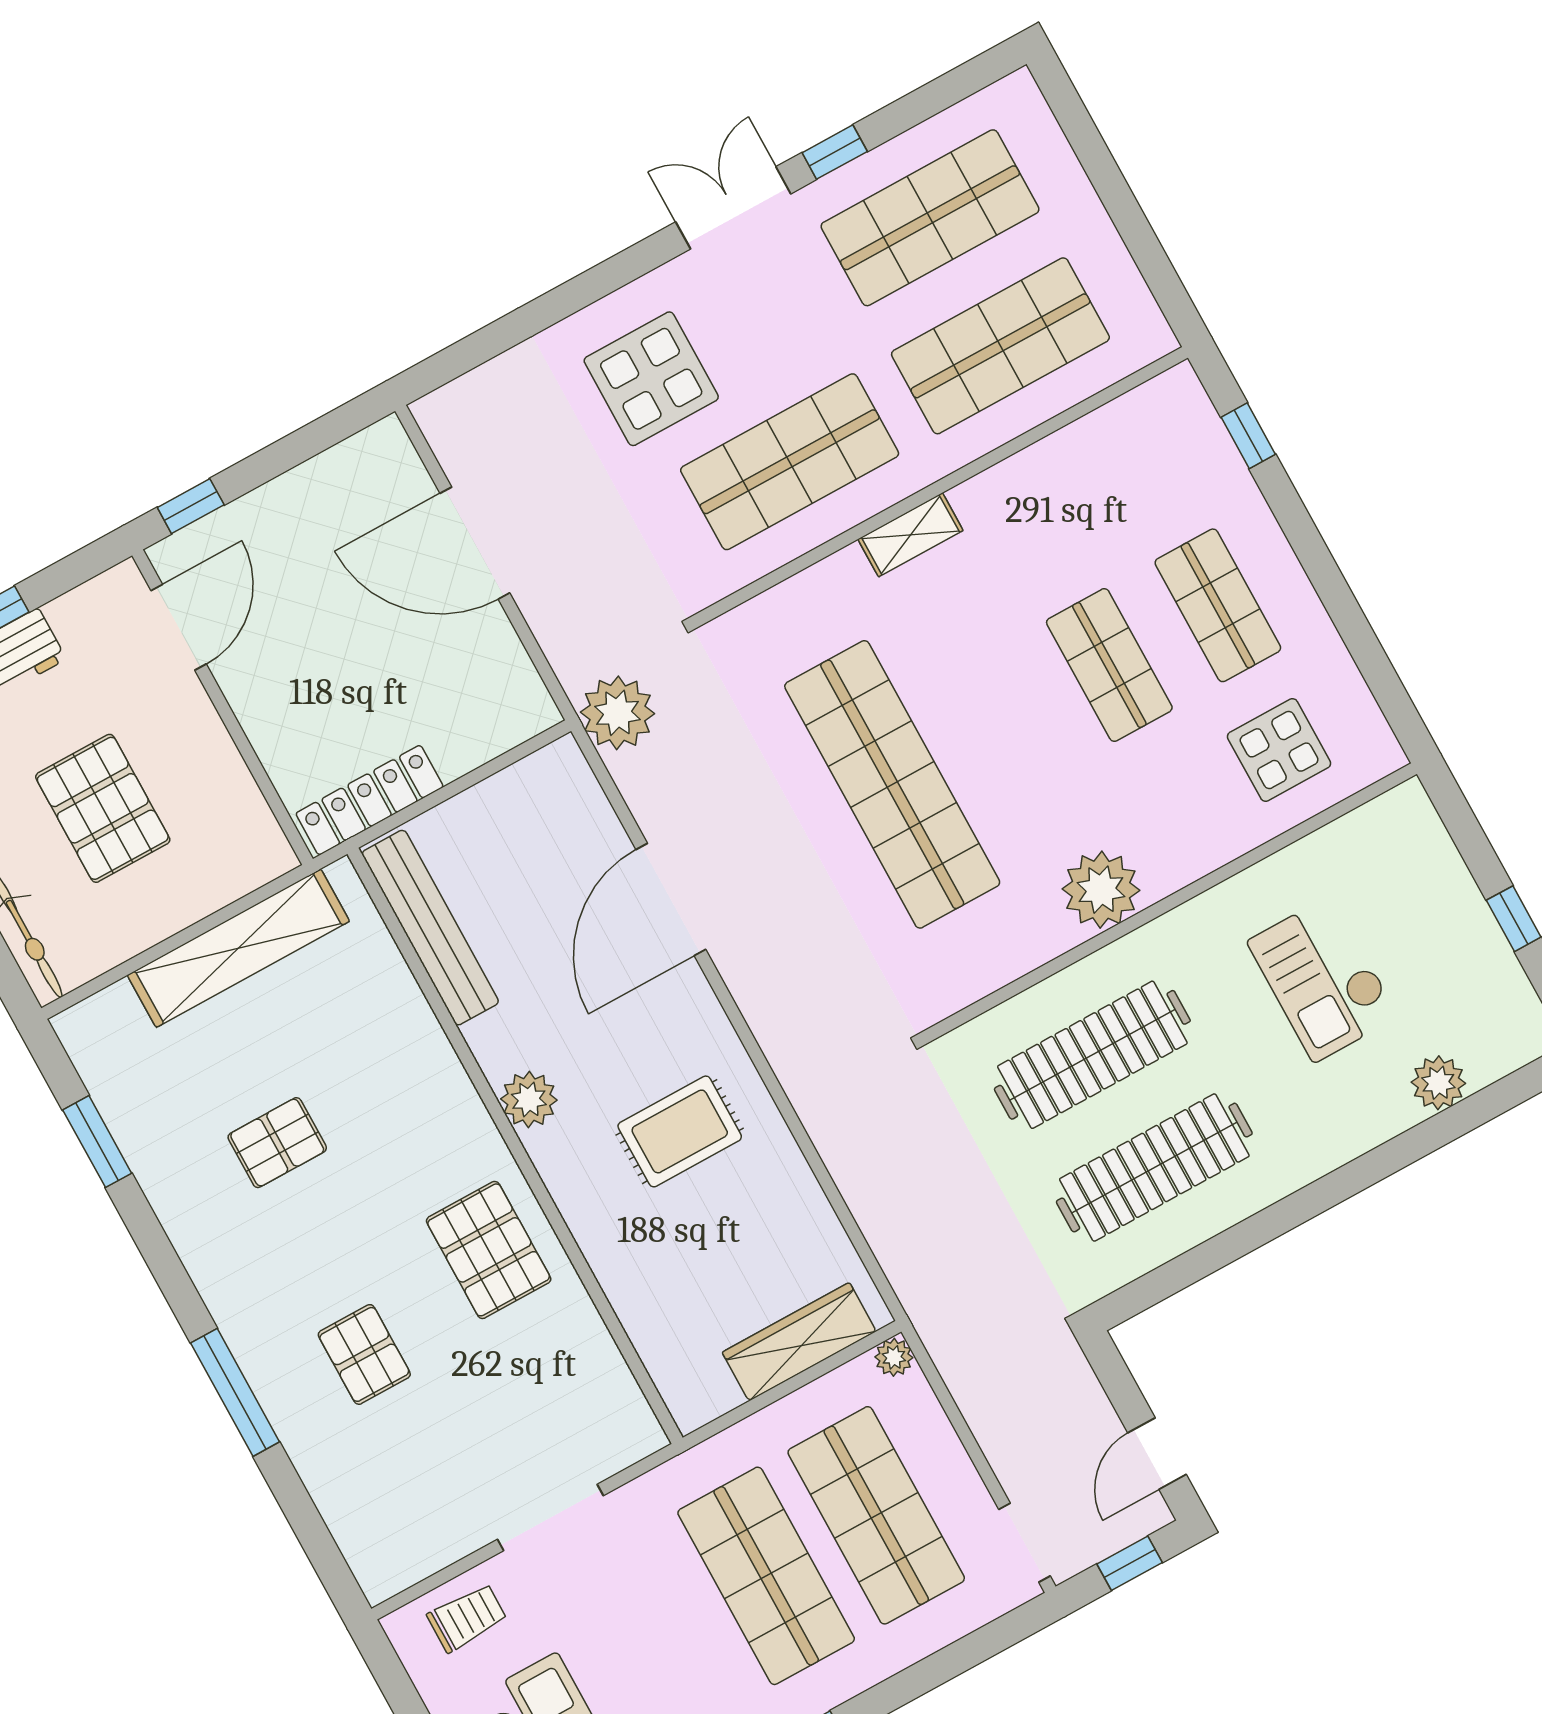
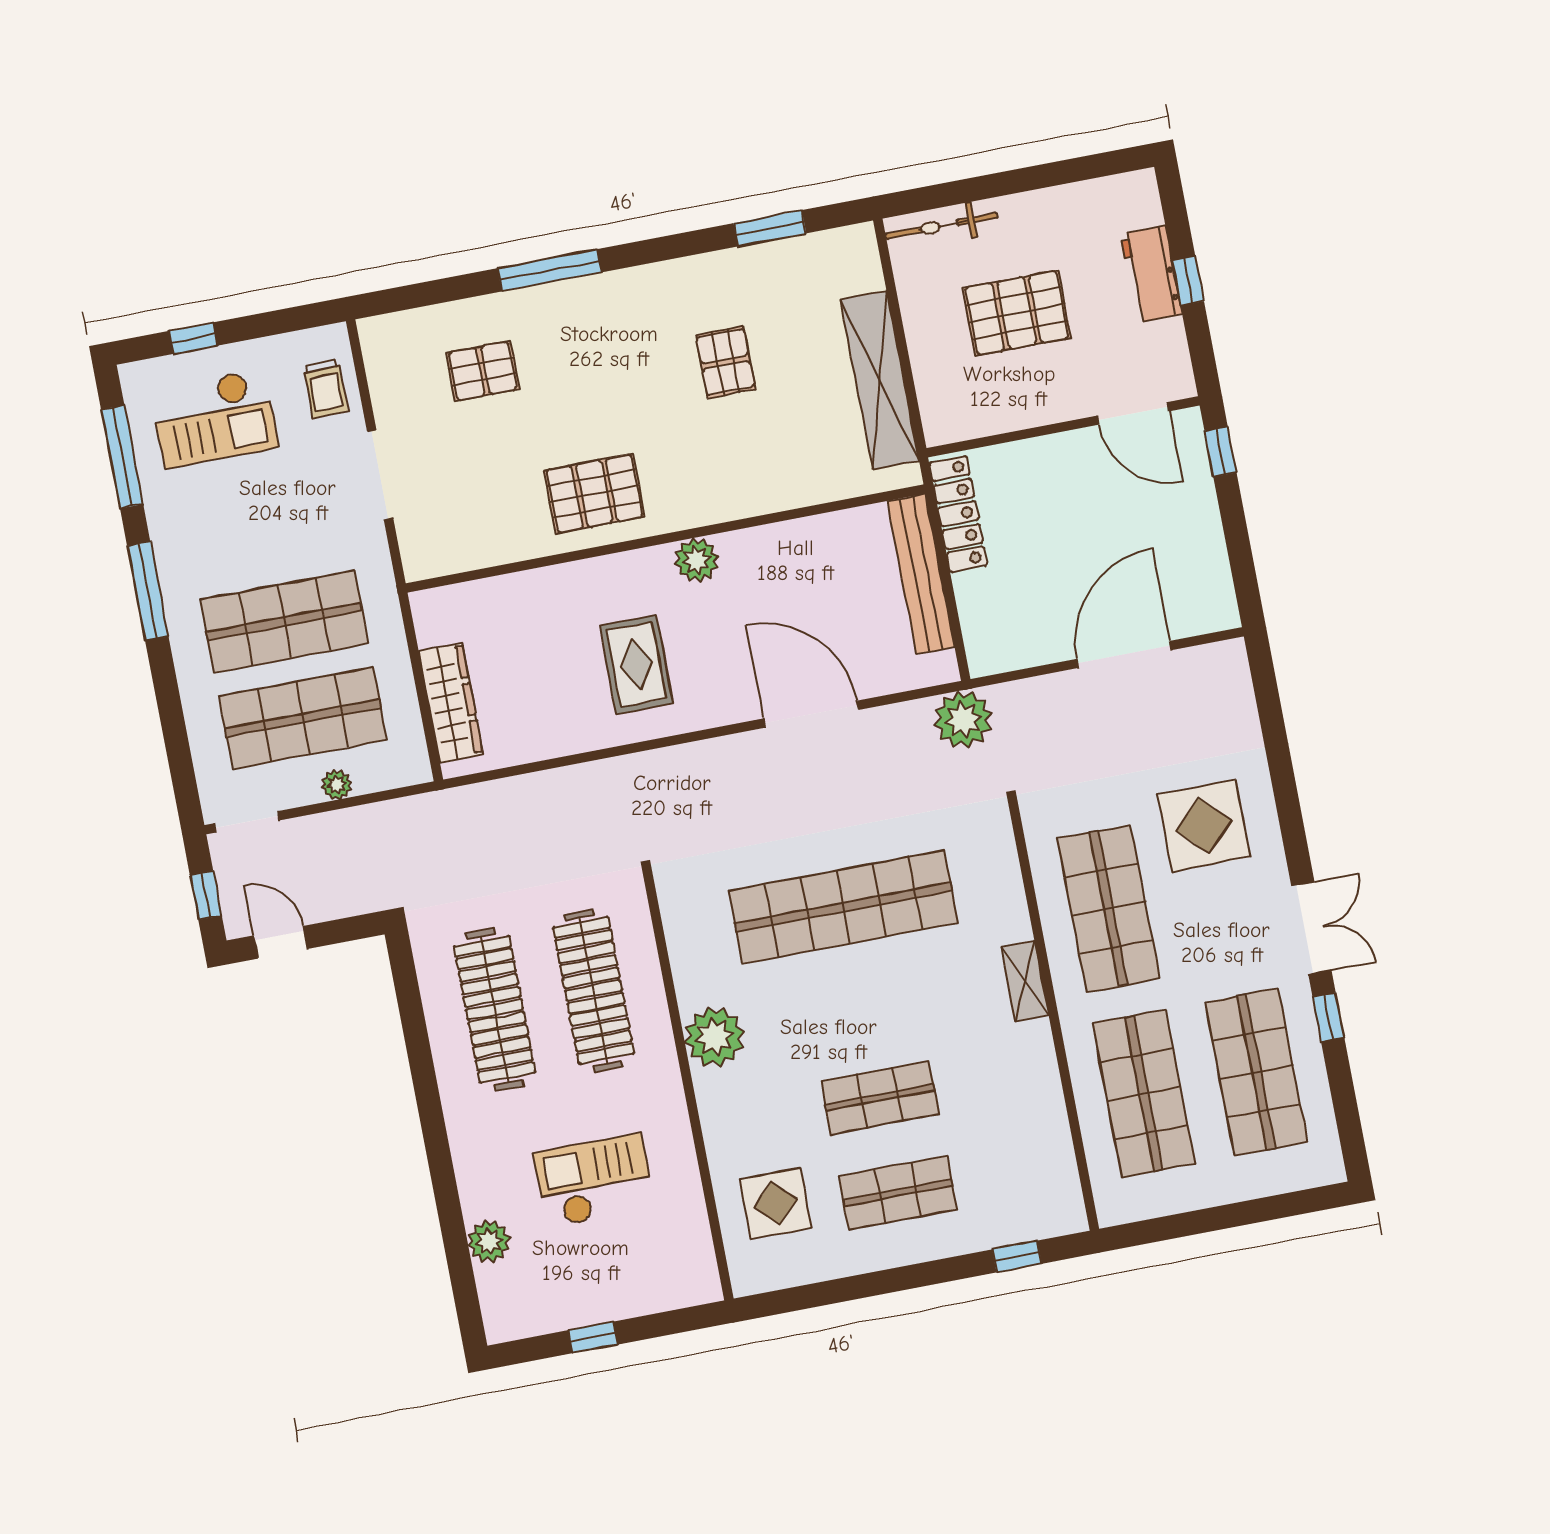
bench: (430, 928) -> (921, 574), moved, turned 90
pallet: (364, 1354) -> (483, 371), moved
plant: (894, 1357) -> (337, 785), moved

